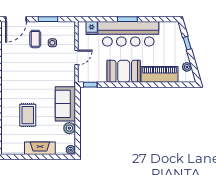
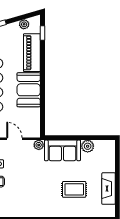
window: (90, 85) -> (43, 33), moved
fireplace: (40, 148) -> (109, 189), moved
plant: (71, 150) -> (39, 145), moved

